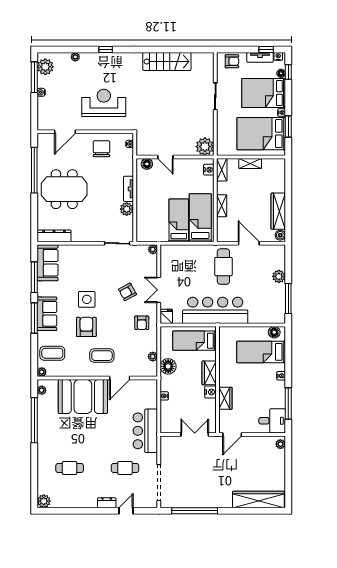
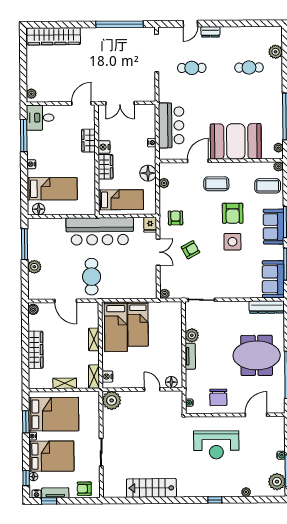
wardrobe: (278, 211) -> (35, 350), moved
bar counter: (145, 431) -> (171, 125), moved
plant: (44, 501) -> (276, 52), moved

